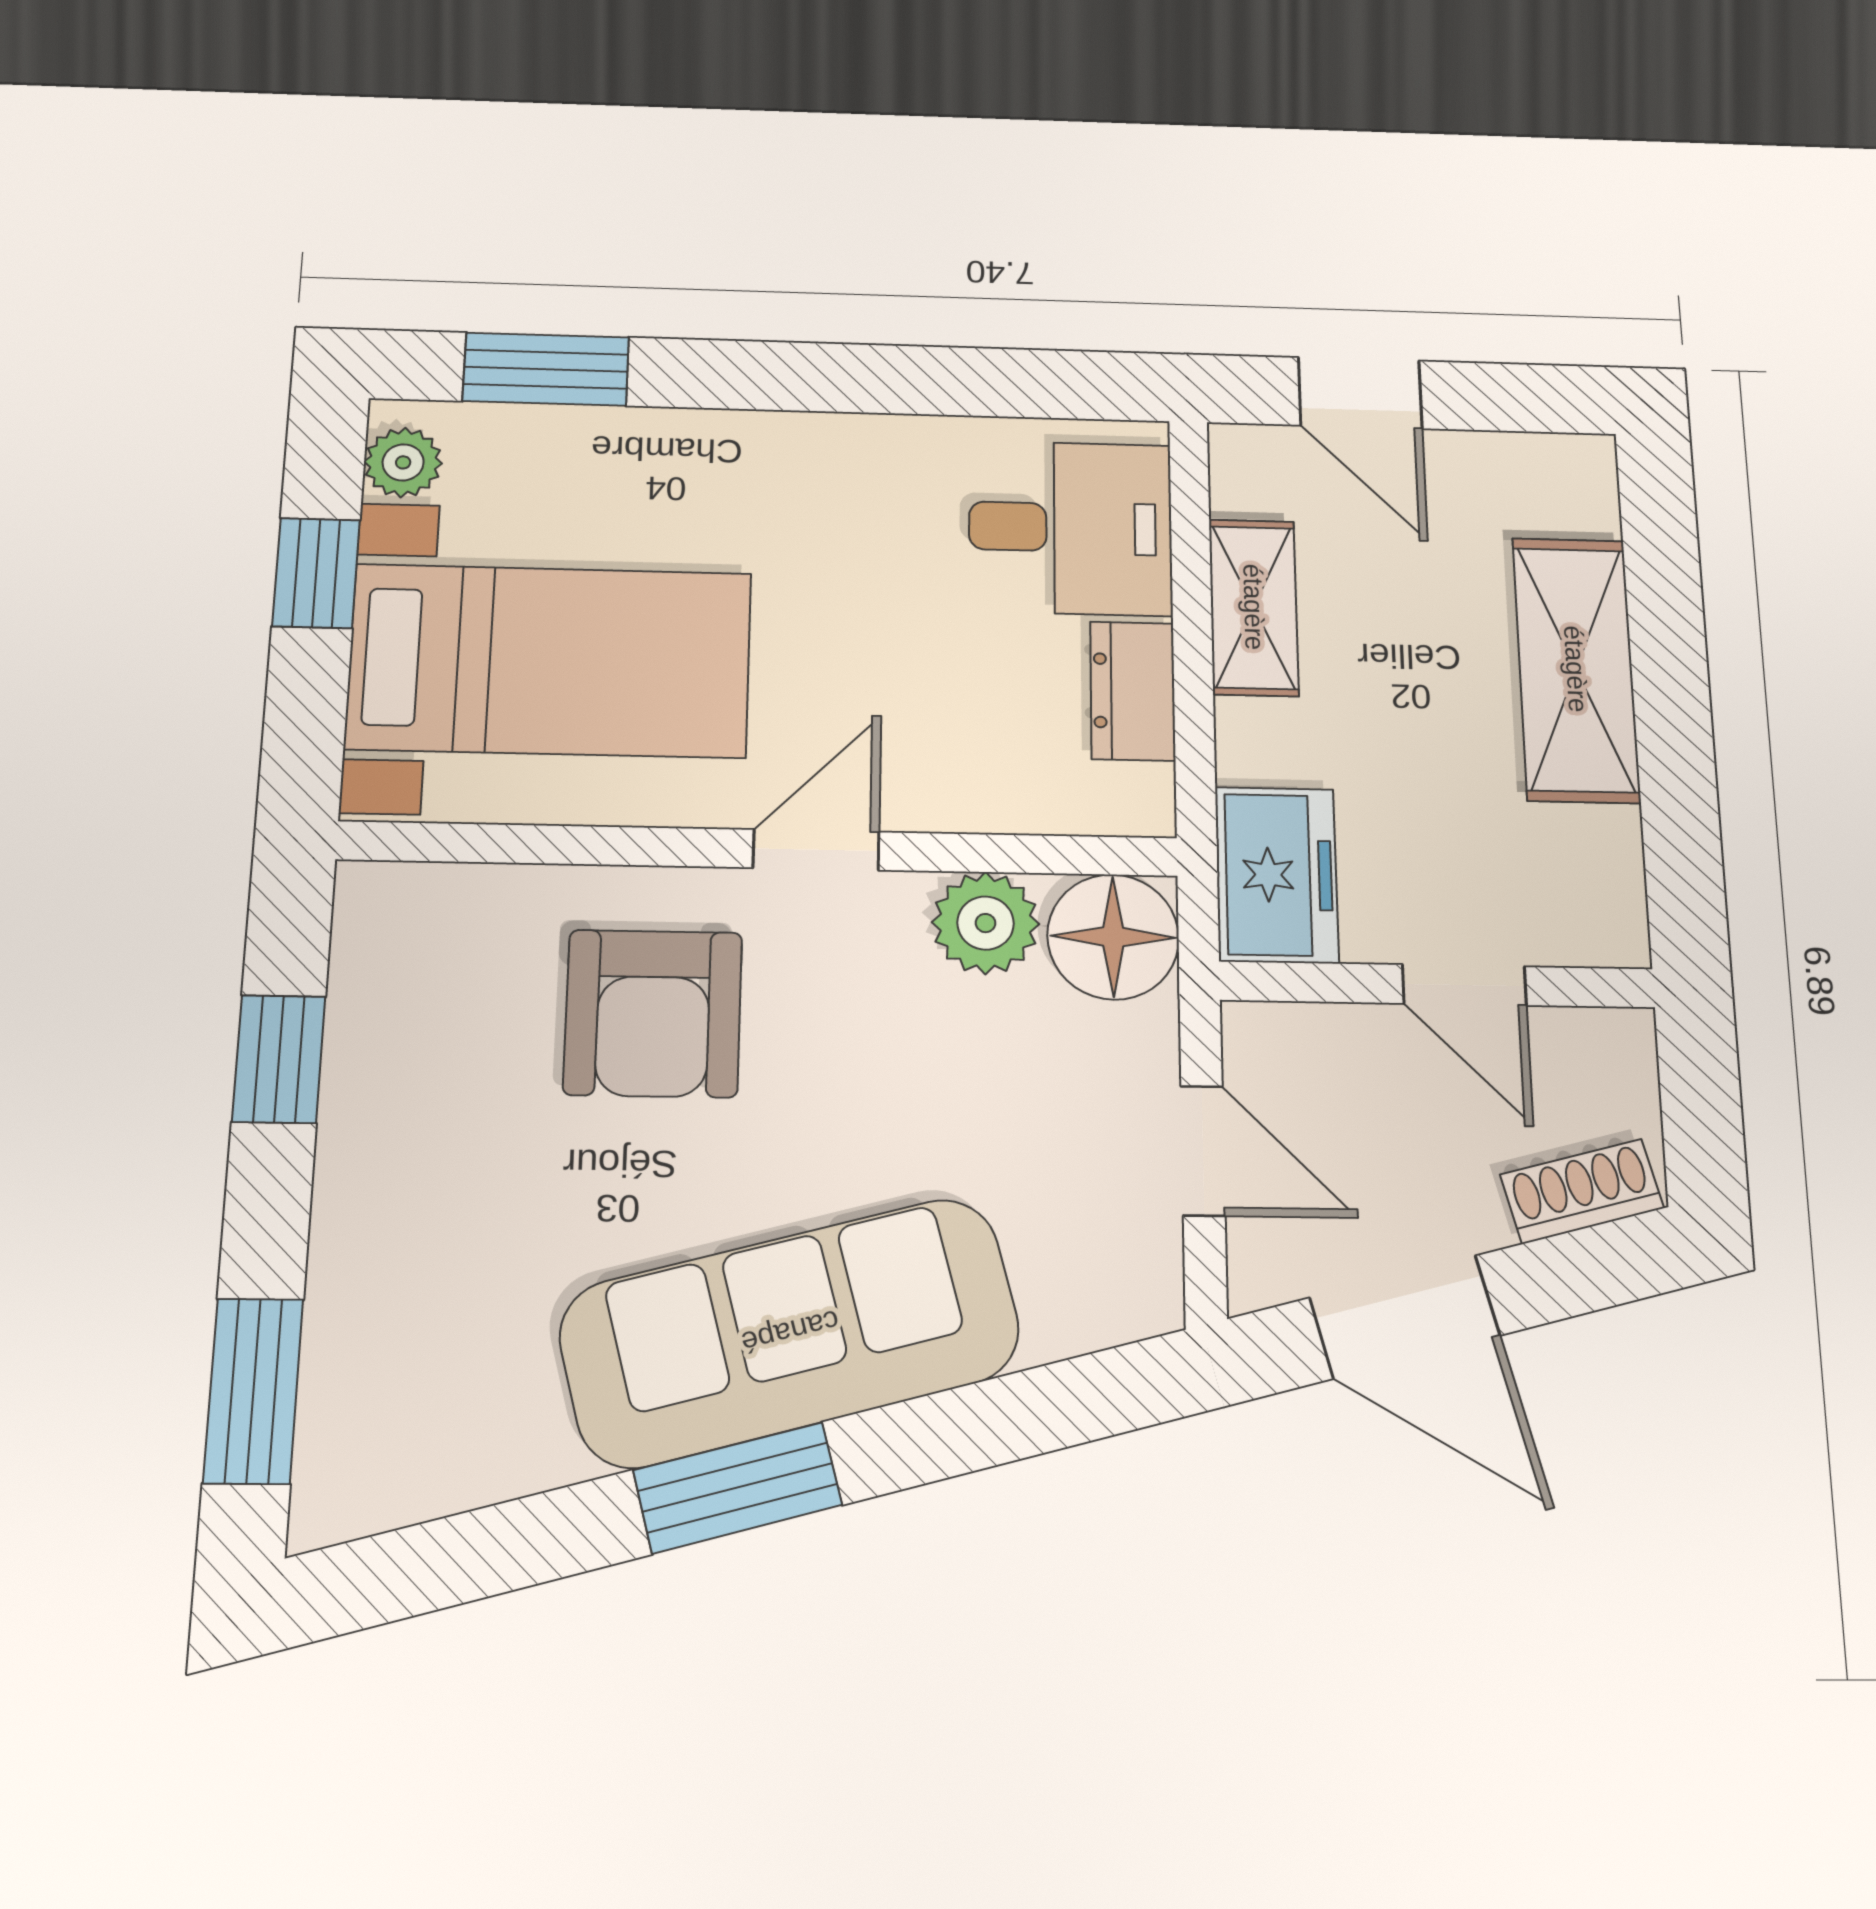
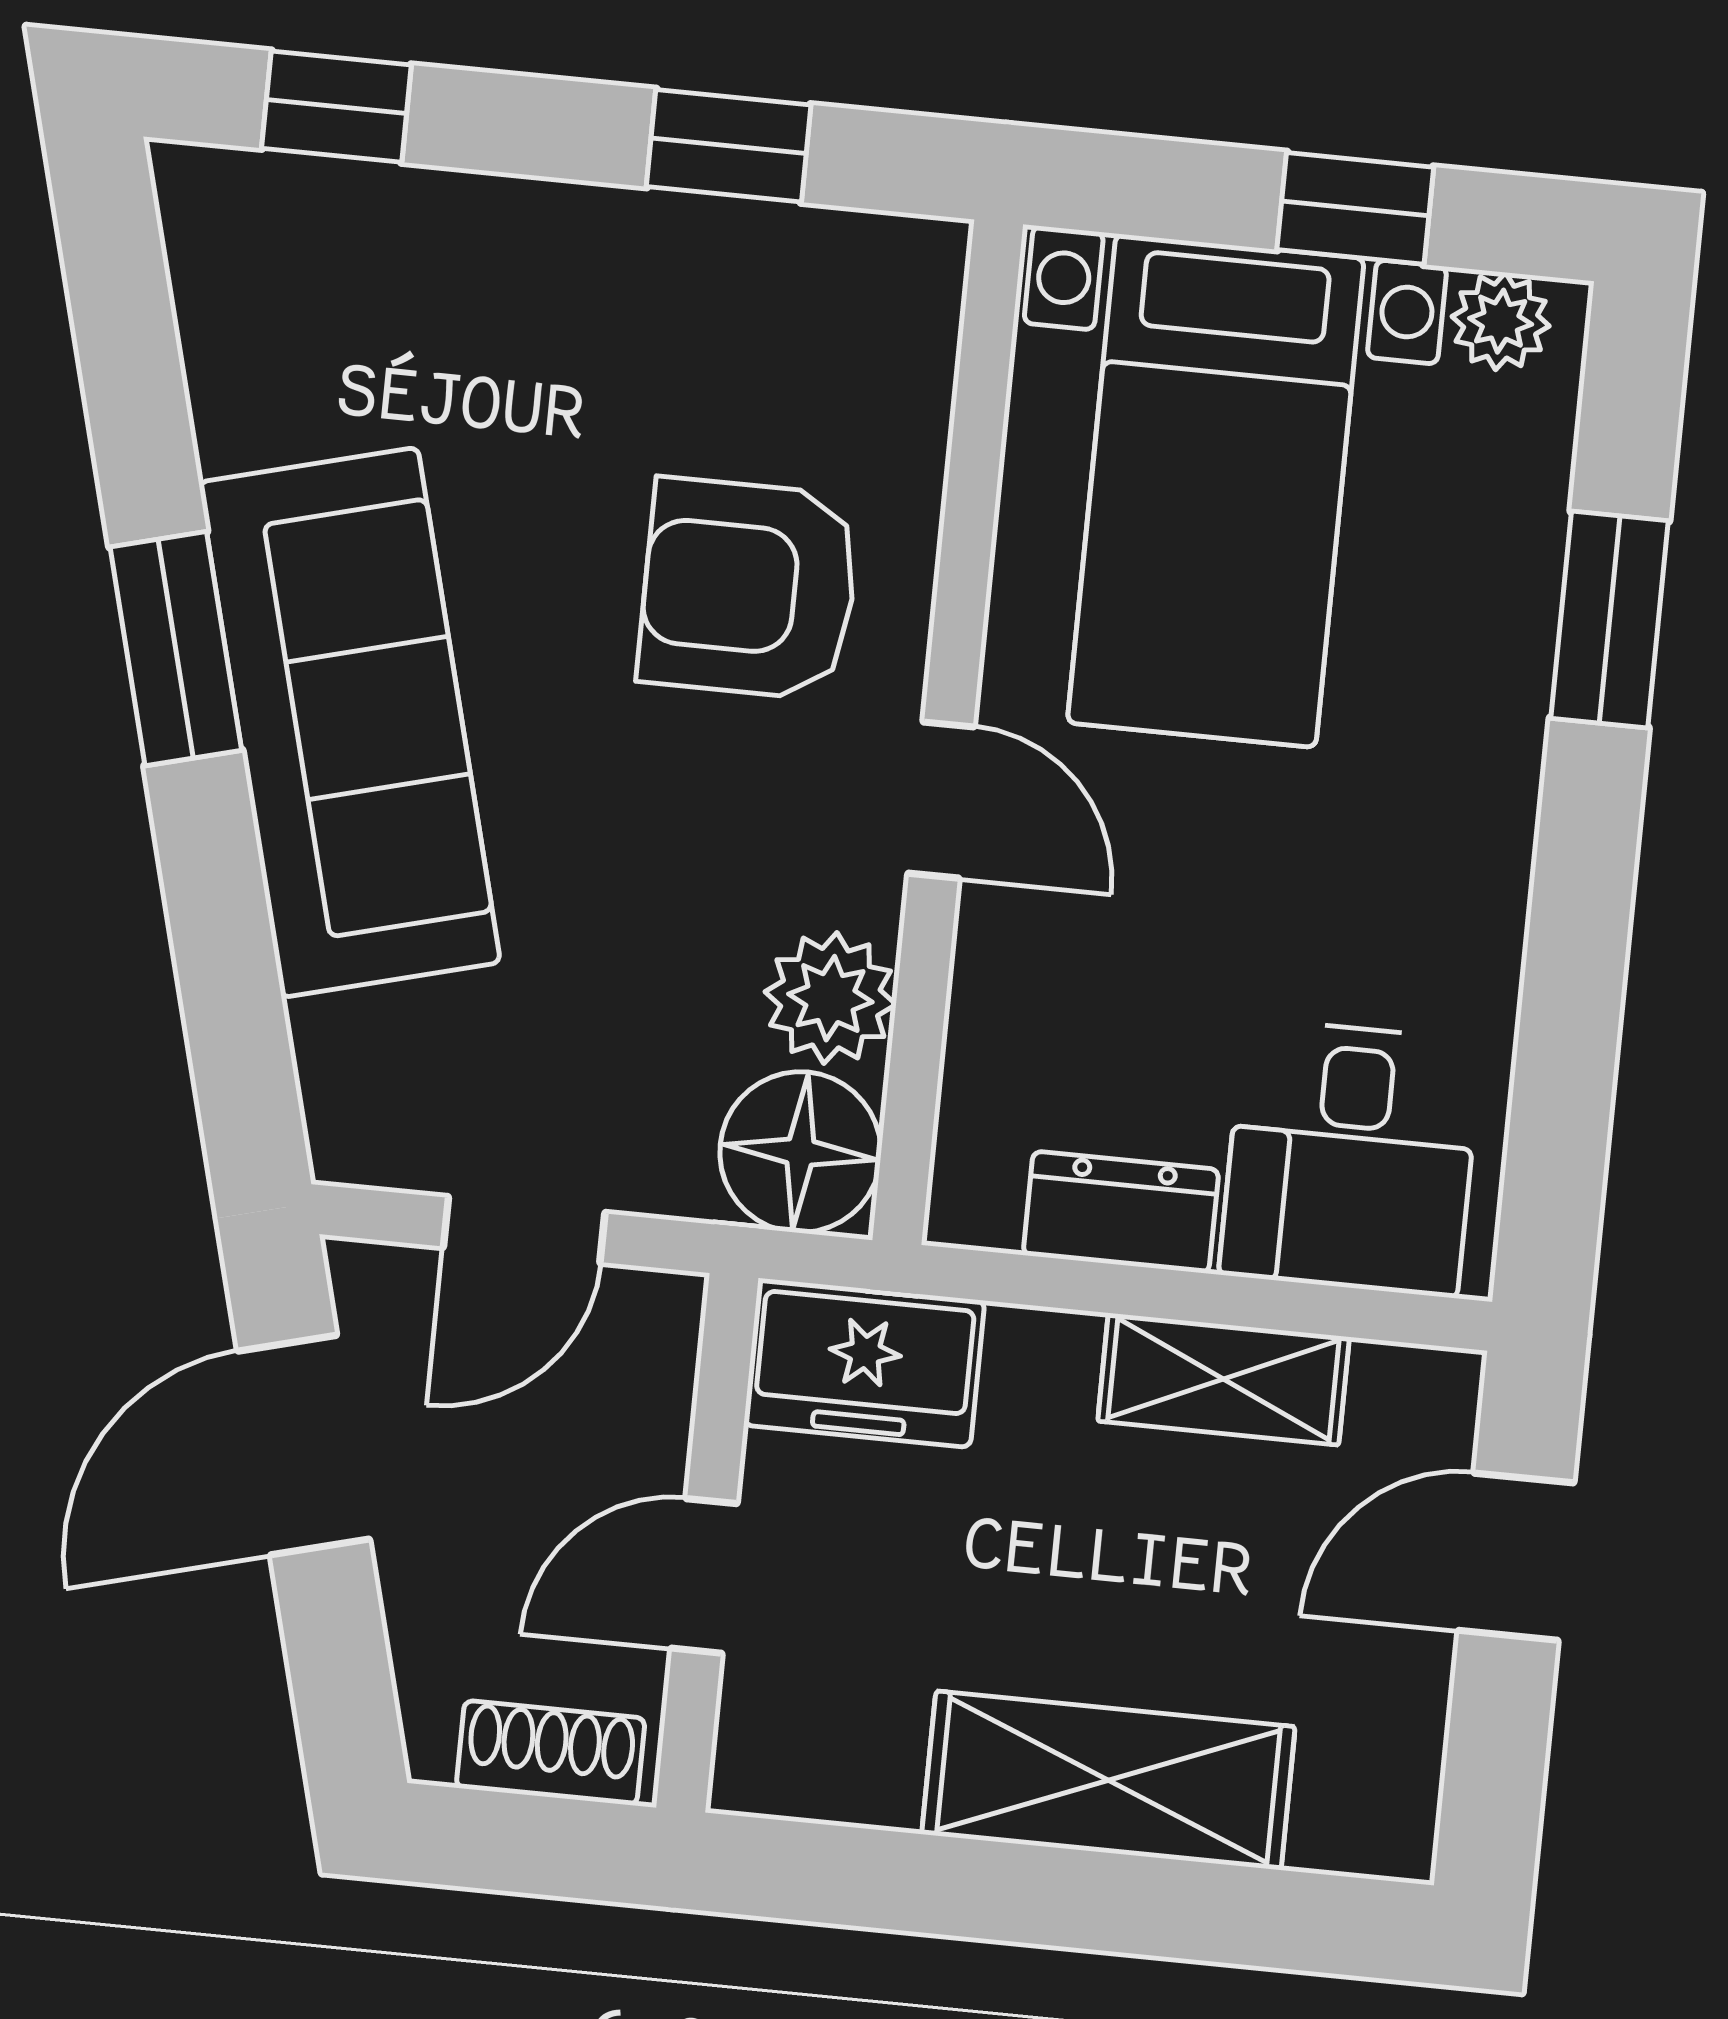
window: (546, 369) -> (1610, 619), moved
shoe rack: (1582, 1191) -> (551, 1753), moved, turned -75
window: (253, 1391) -> (336, 107), width x0.67

